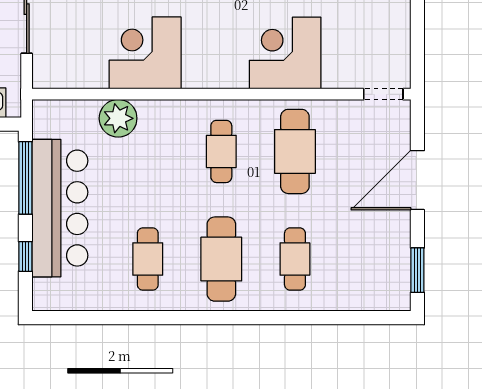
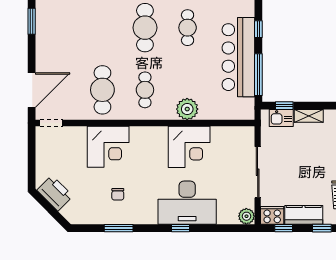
plant: (118, 118) -> (187, 109), moved
door: (417, 180) -> (32, 90), moved
cafe table: (295, 259) -> (102, 28), removed

